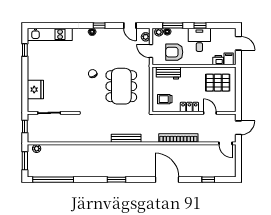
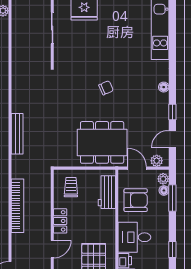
window: (99, 25) -> (172, 112), moved
window: (200, 25) -> (172, 249), moved
desk: (199, 40) -> (134, 237), moved, turned 180
door: (151, 51) -> (137, 168), hinge flipped
armchair: (174, 52) -> (136, 200), turned 90
dining table: (121, 86) -> (102, 142), moved

